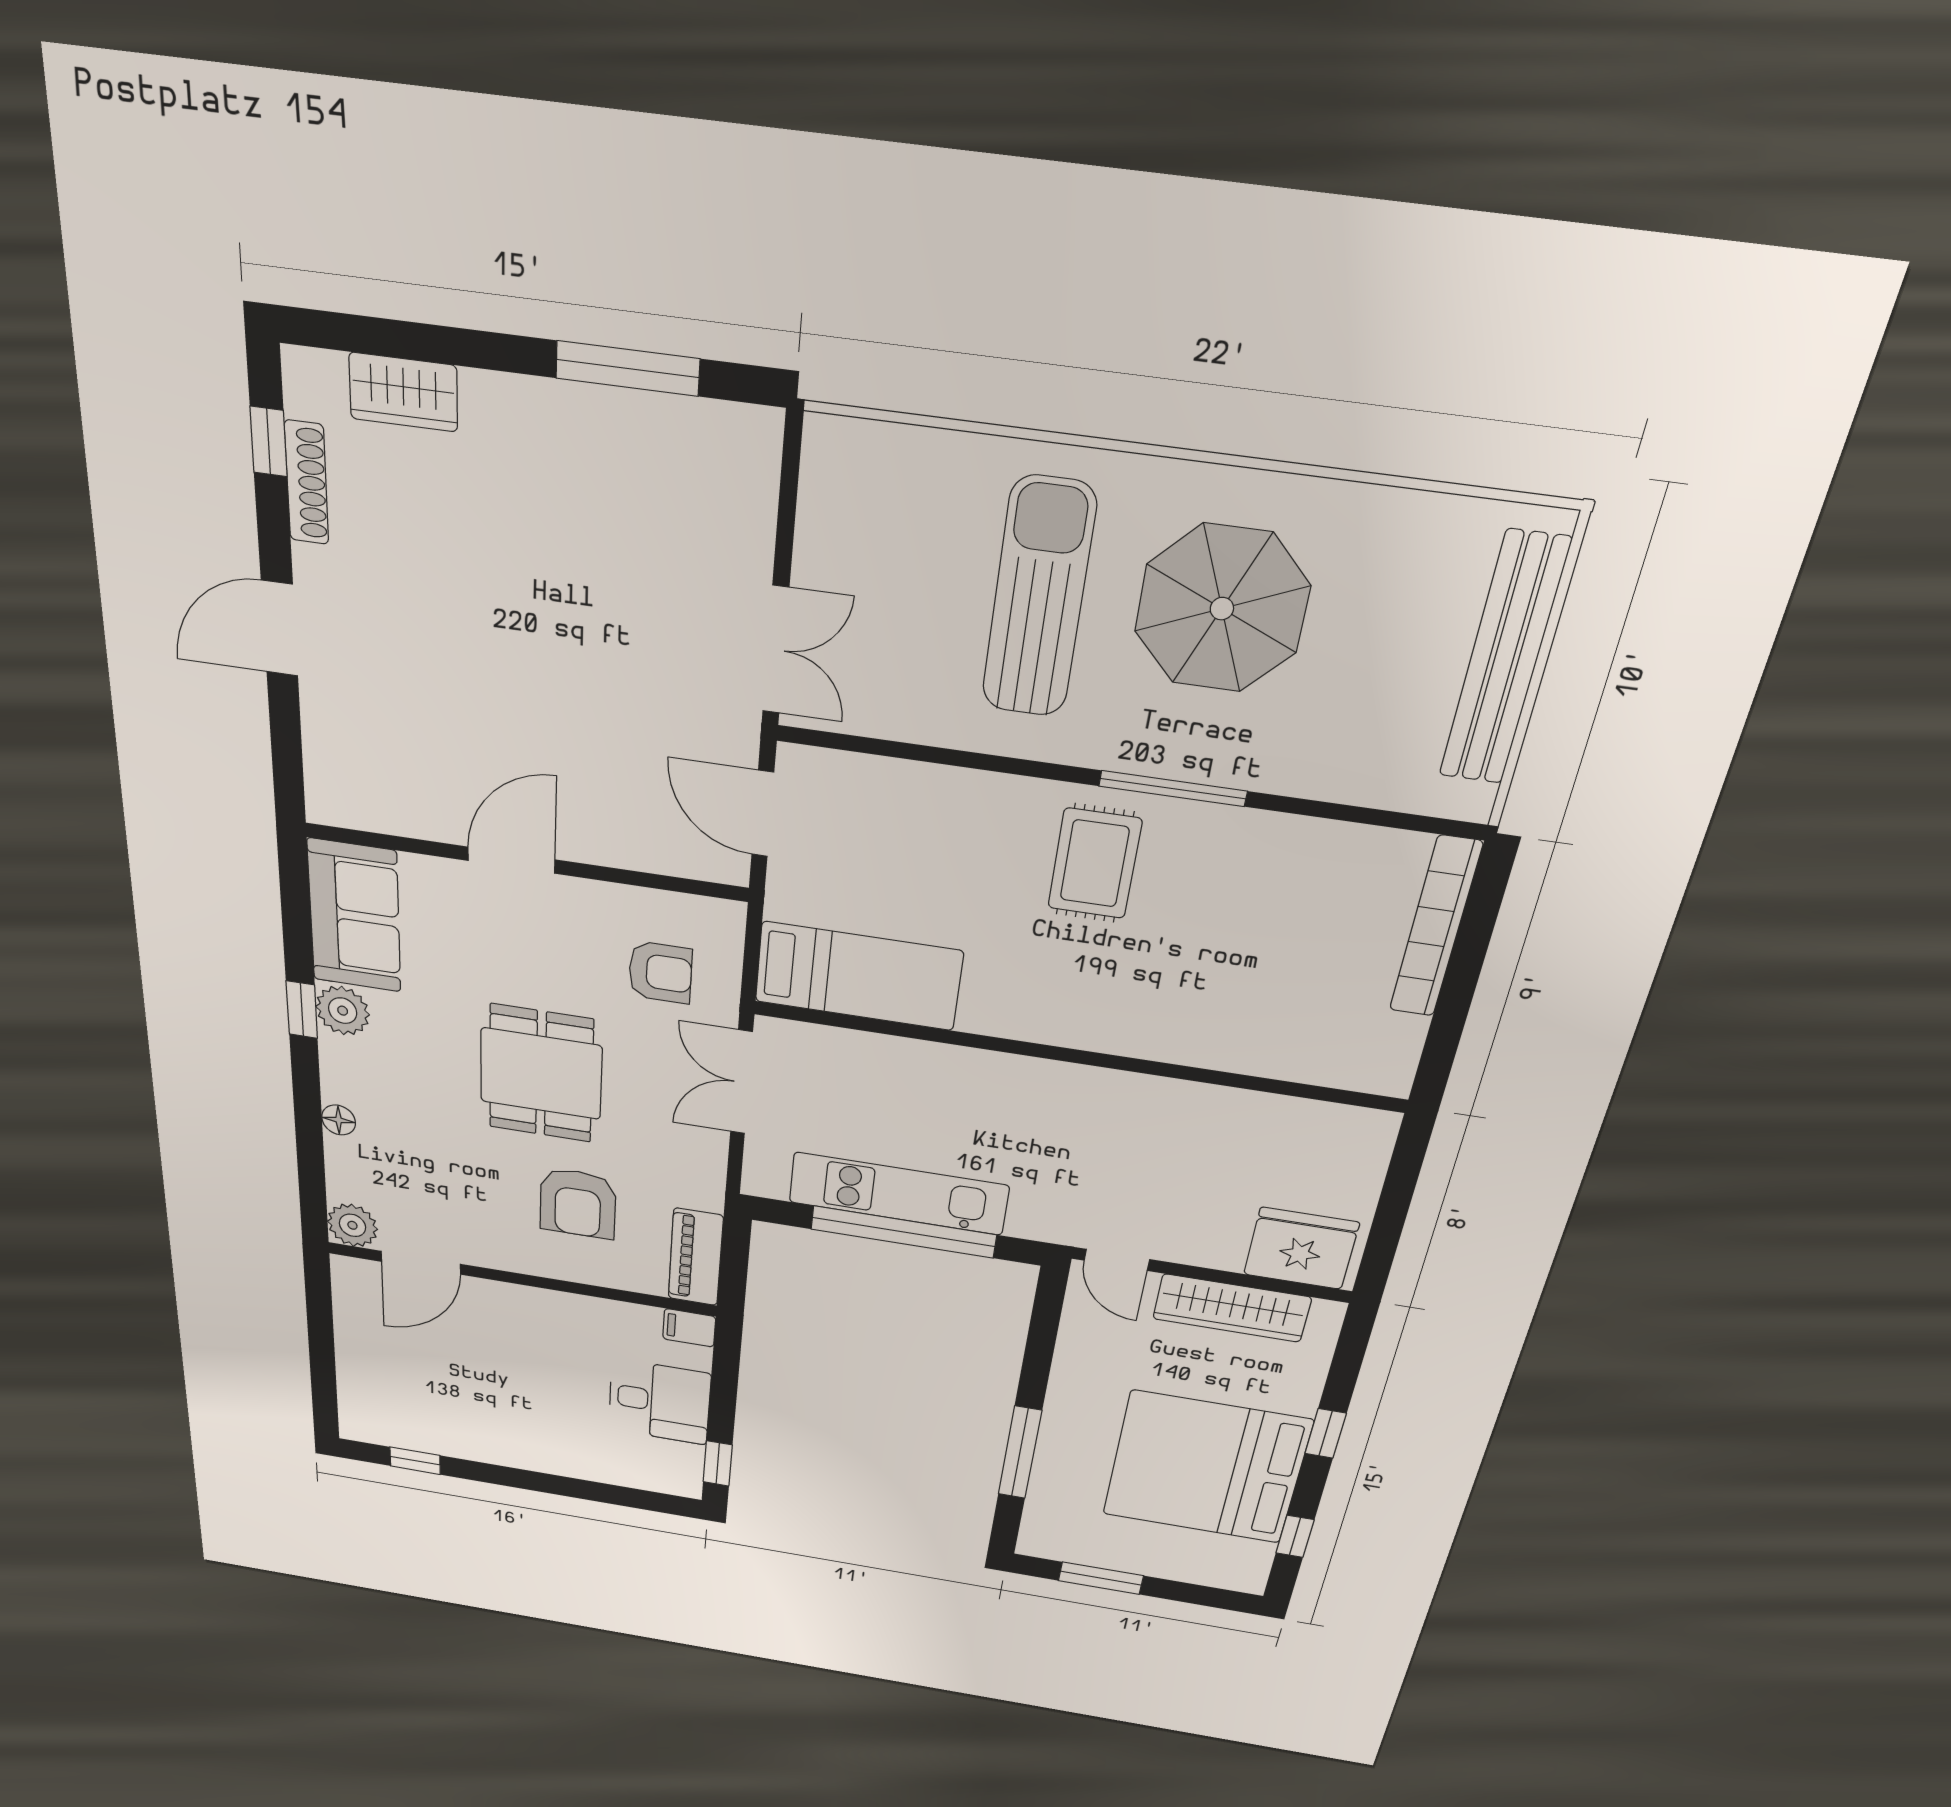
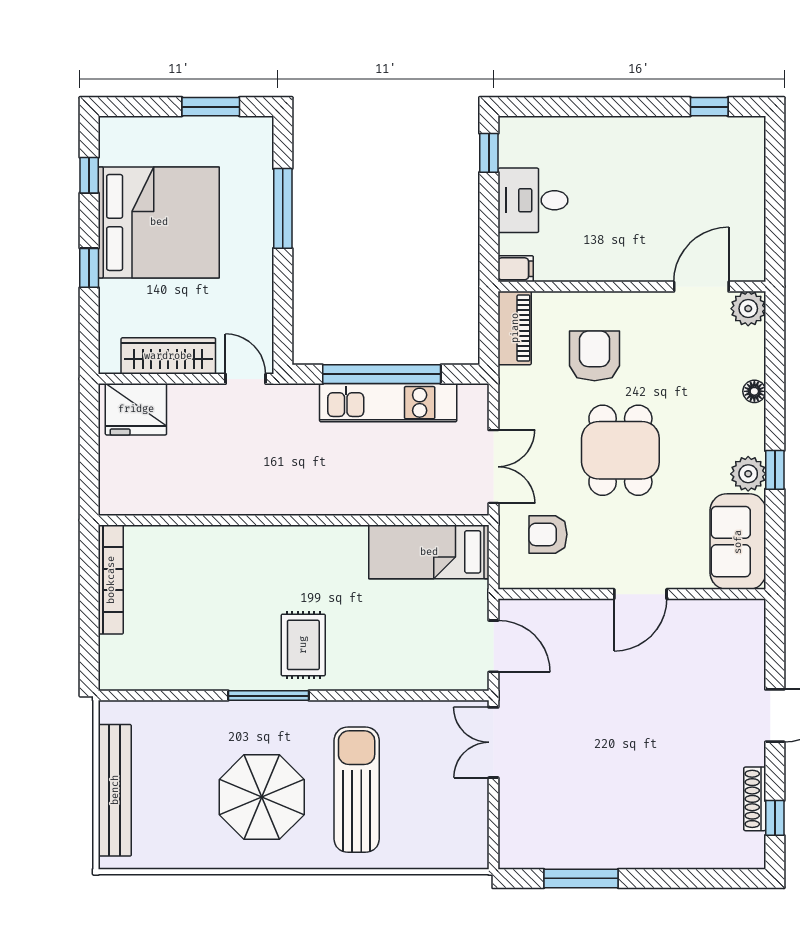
wardrobe: (403, 392) -> (700, 852), removed
sun lounger: (1039, 598) -> (357, 790), turned 180
bookcase: (1435, 927) -> (111, 580), moved

